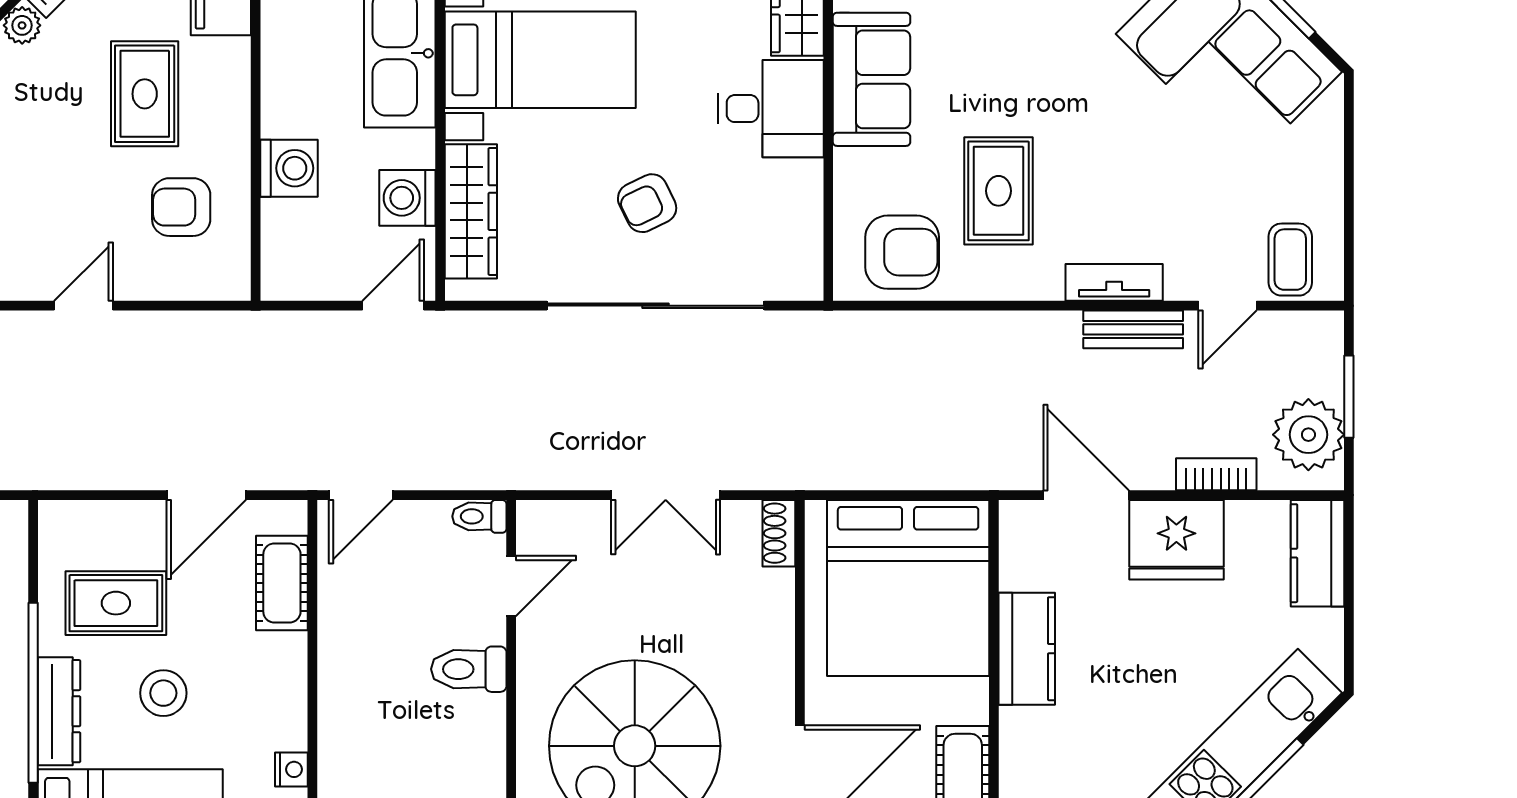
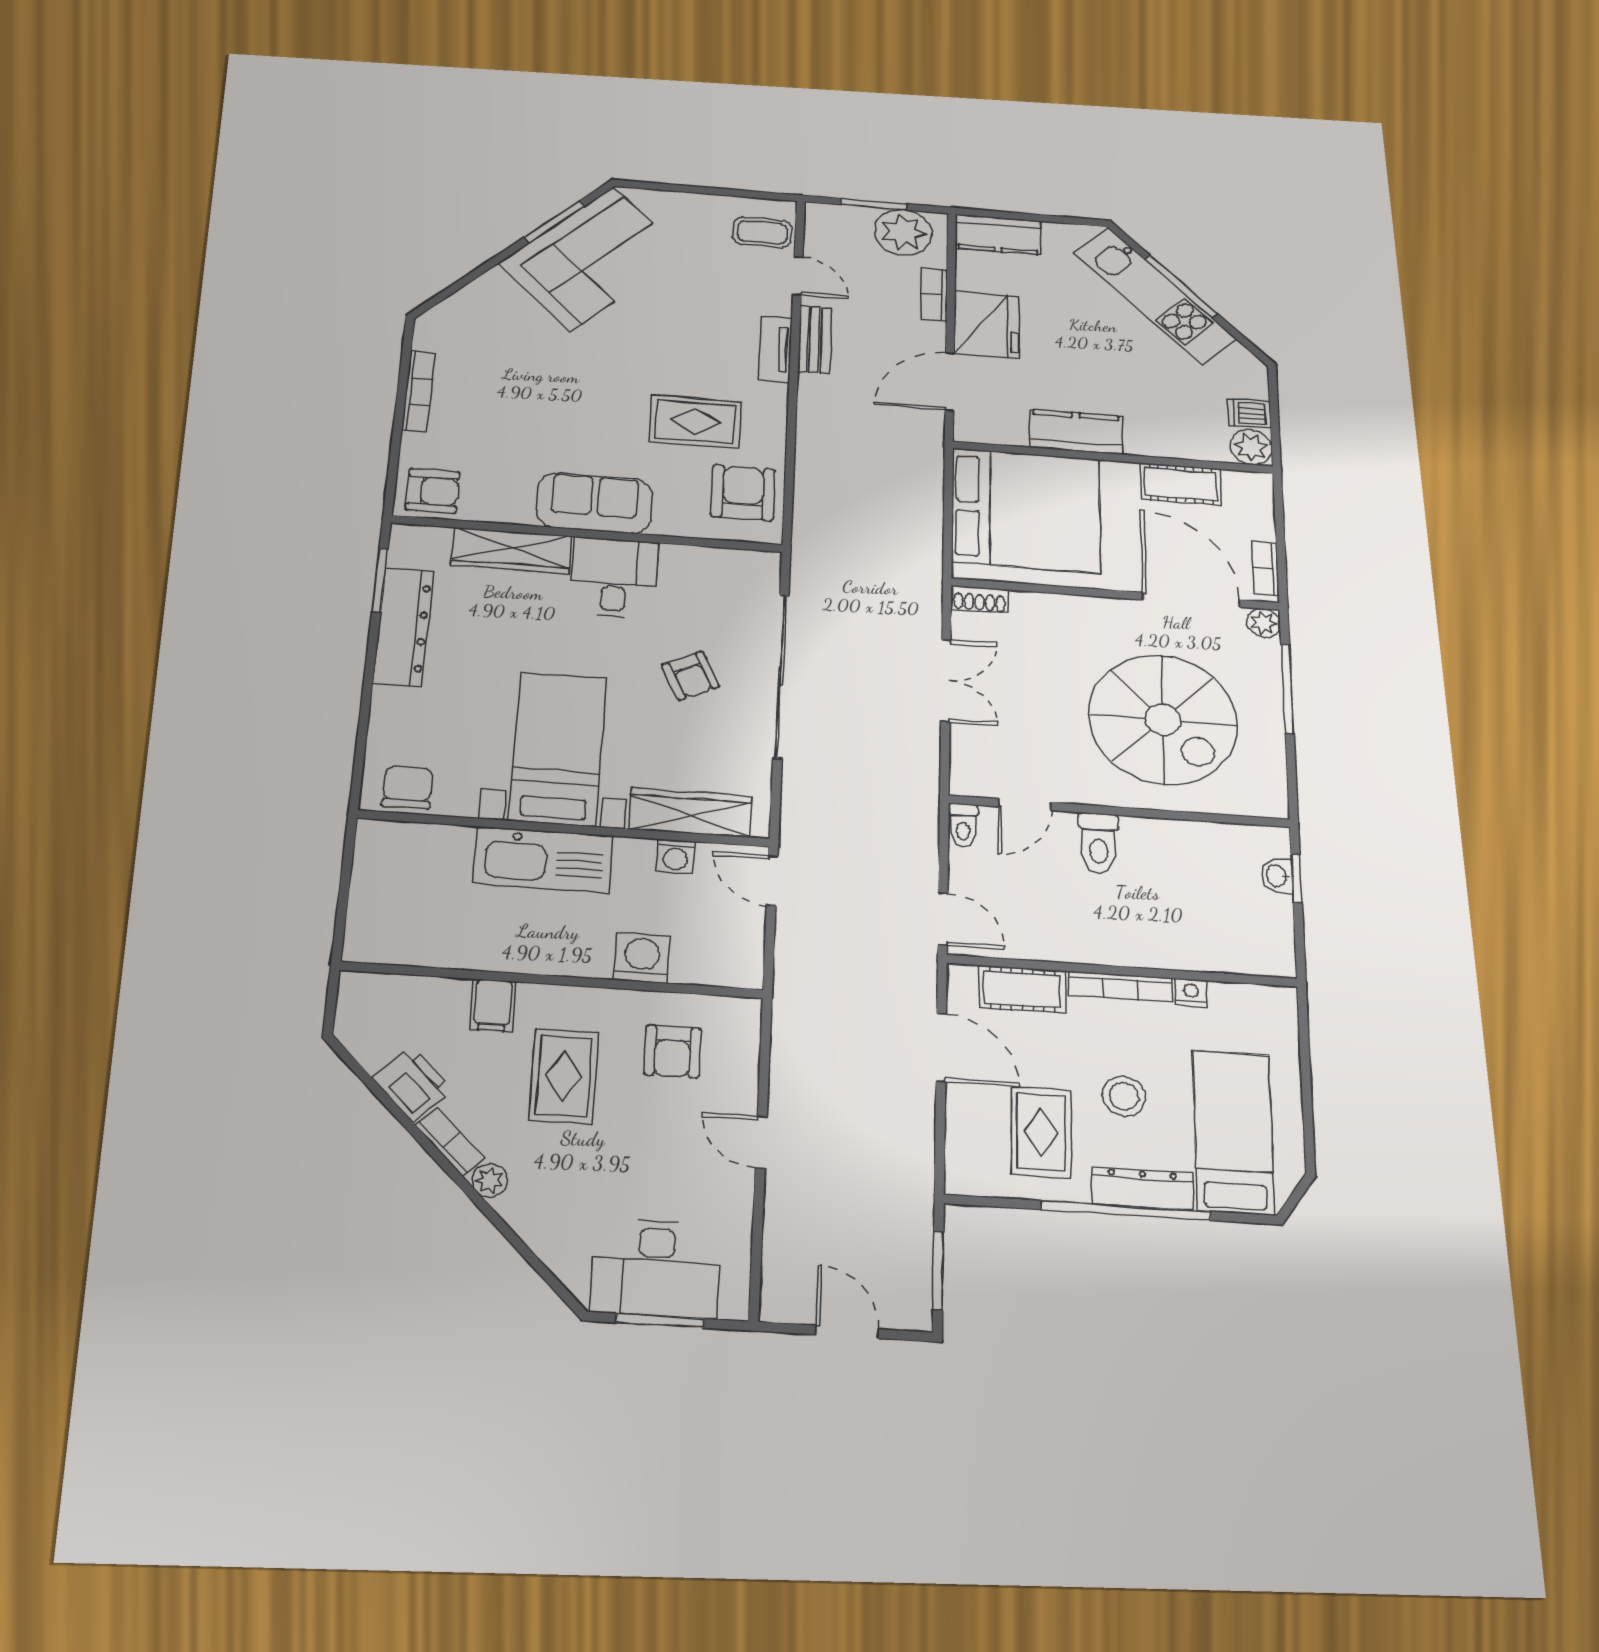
rug: (145, 94) -> (564, 1076), turned 90
washing machine: (407, 198) -> (675, 856), width x0.73, depth x0.73
door: (511, 586) -> (1025, 804), swing flipped
bookcase: (293, 691) -> (1120, 987), added

